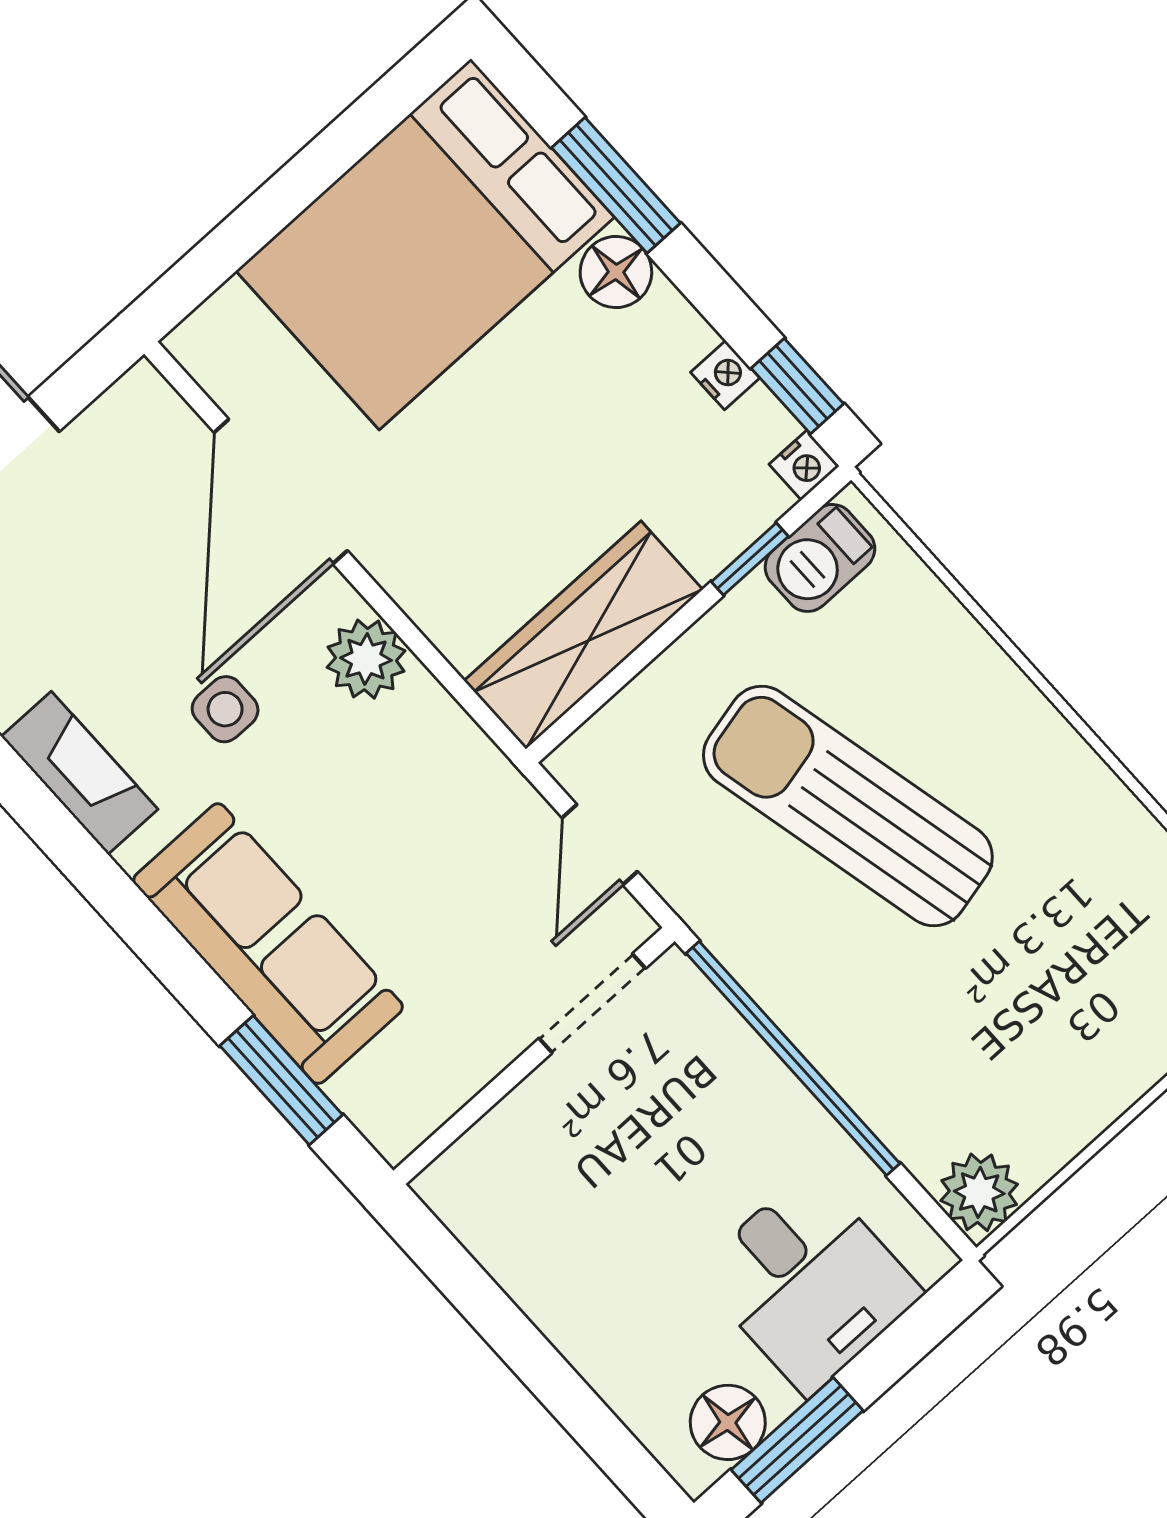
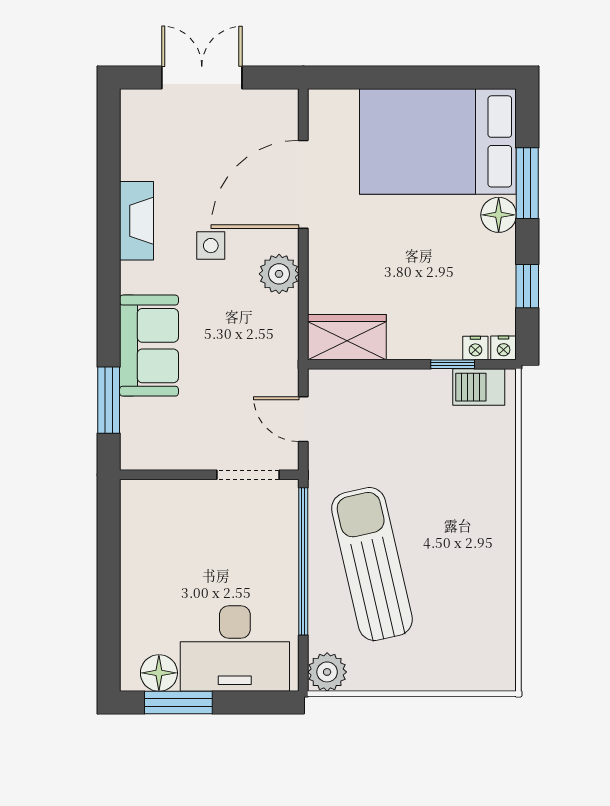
nightstand: (725, 375) -> (475, 348), moved, turned 90
window: (797, 386) -> (527, 286), moved
wardrobe: (583, 635) -> (347, 337), width x0.67
sun lounger: (848, 806) -> (372, 564), moved
door: (600, 845) -> (303, 419), hinge flipped
sofa: (268, 944) -> (149, 346), width x0.73
desk: (809, 1283) -> (235, 649), width x1.37

